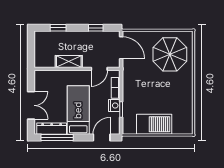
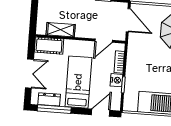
shelving: (69, 62) -> (61, 30), moved
cot: (48, 77) -> (49, 46), added
dresser: (52, 129) -> (49, 99), width x0.70

